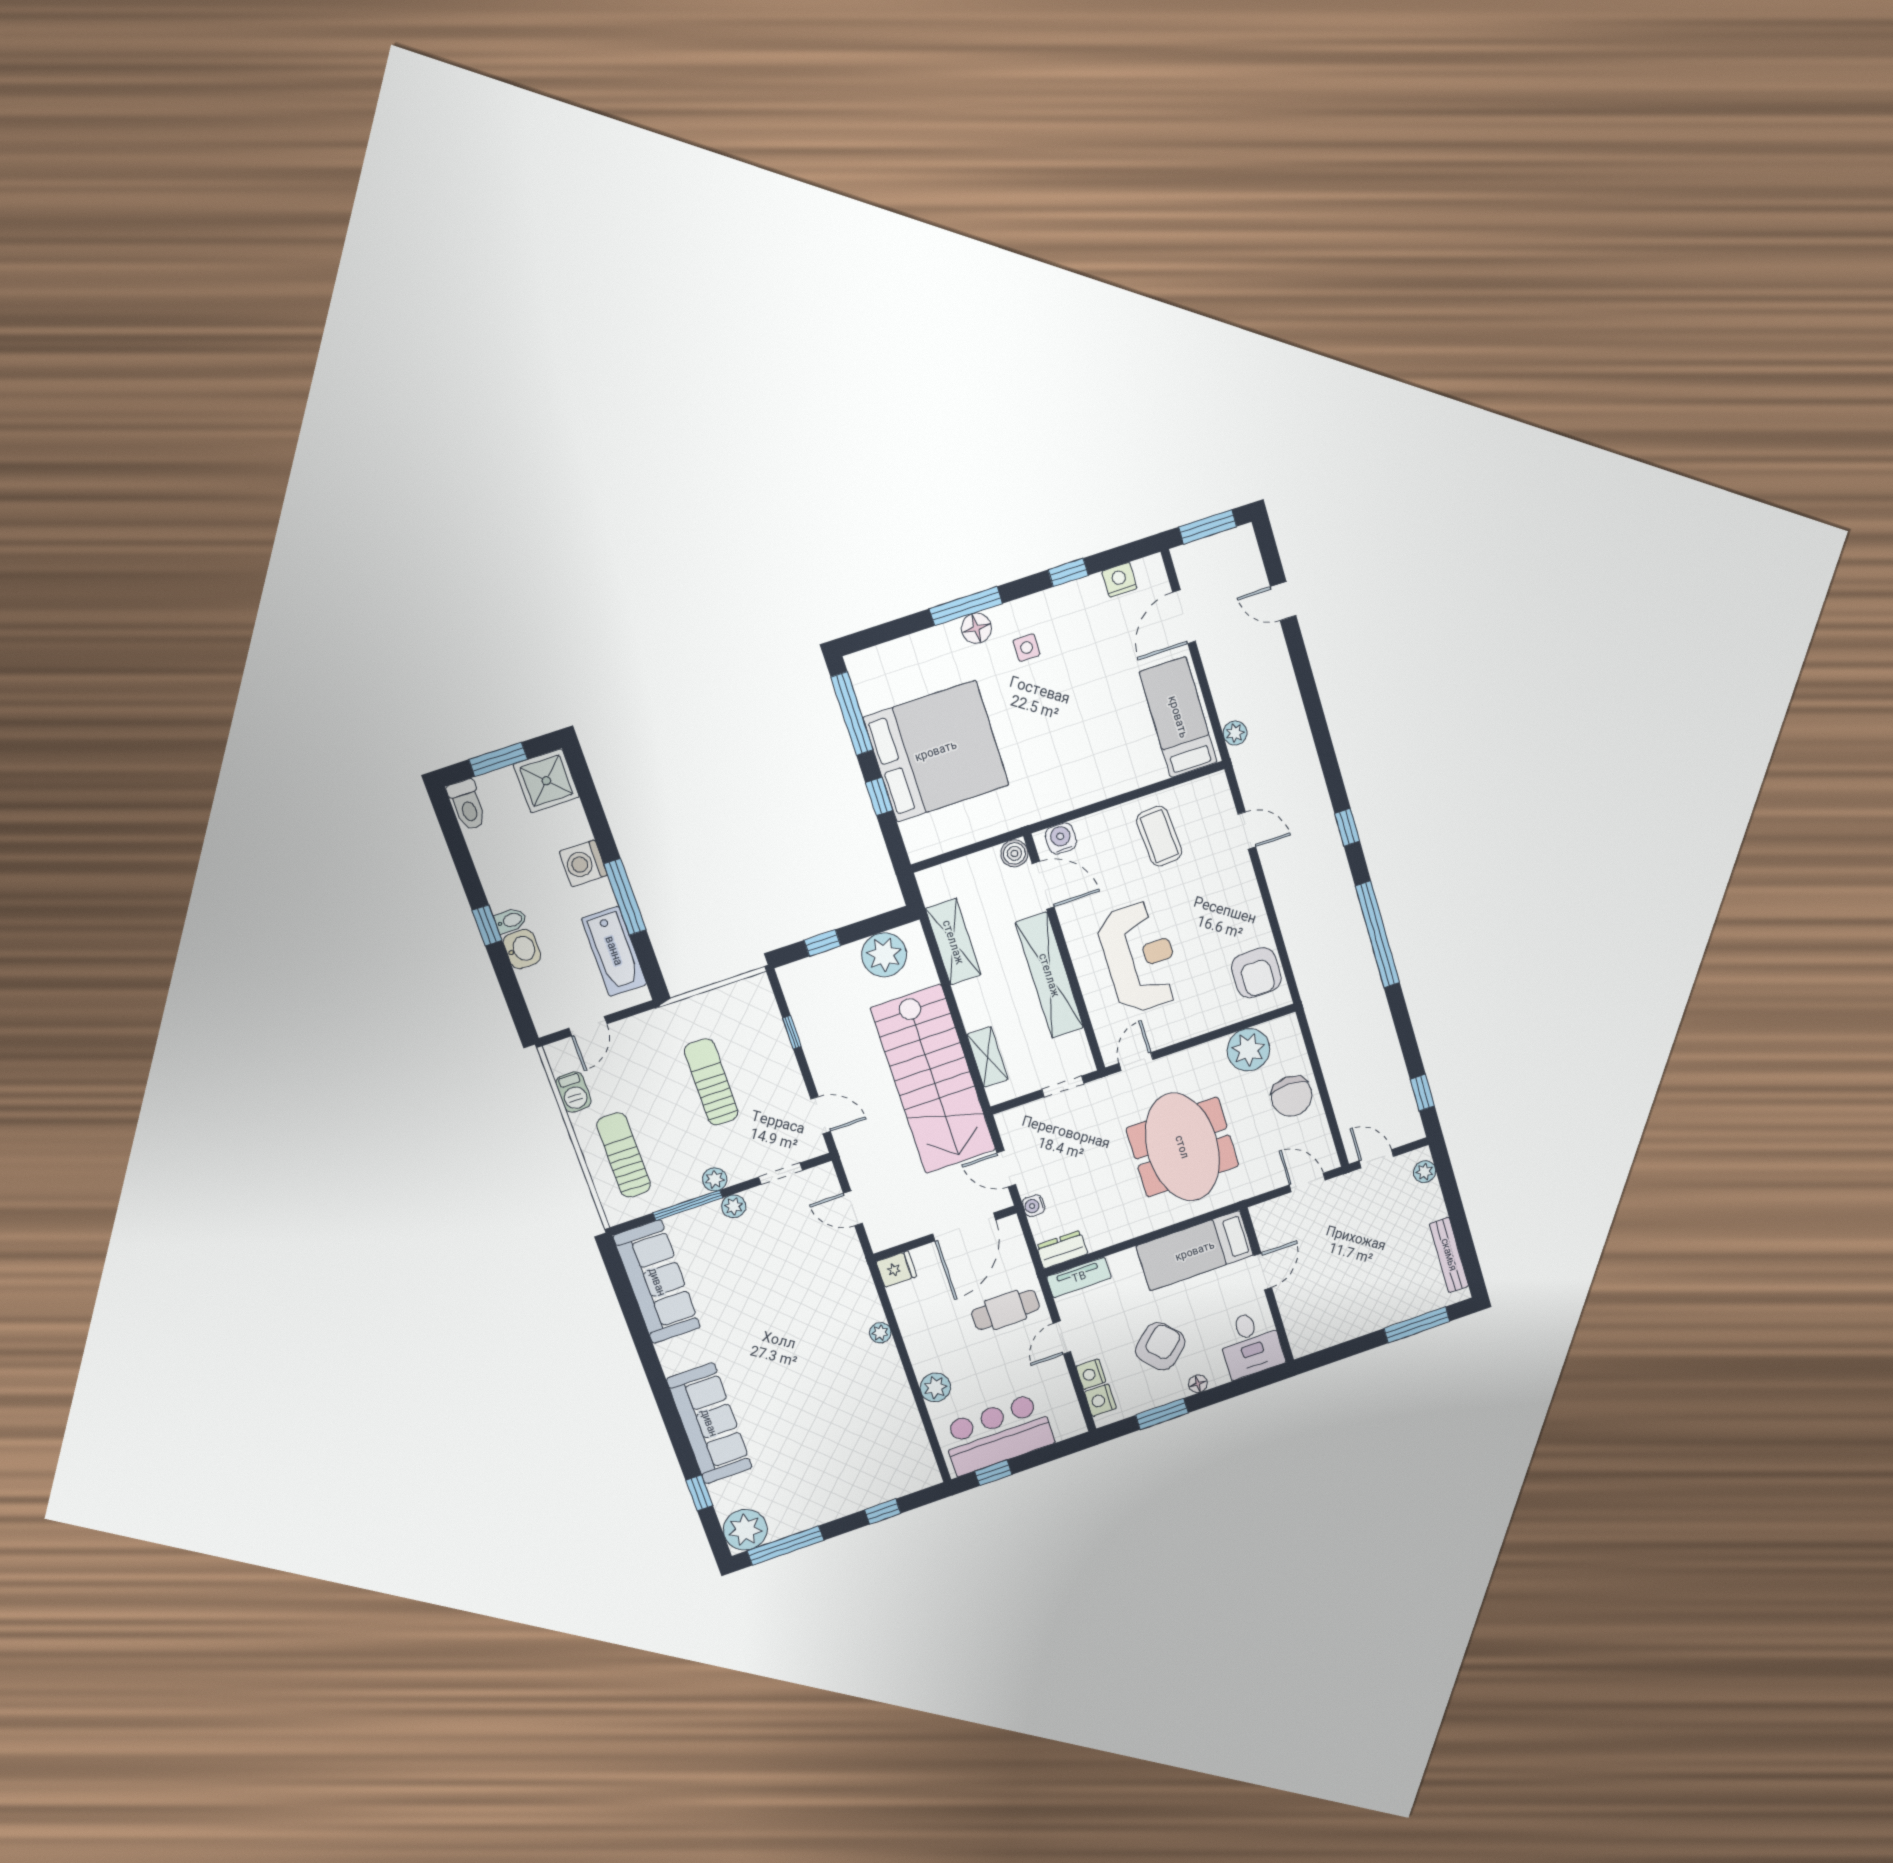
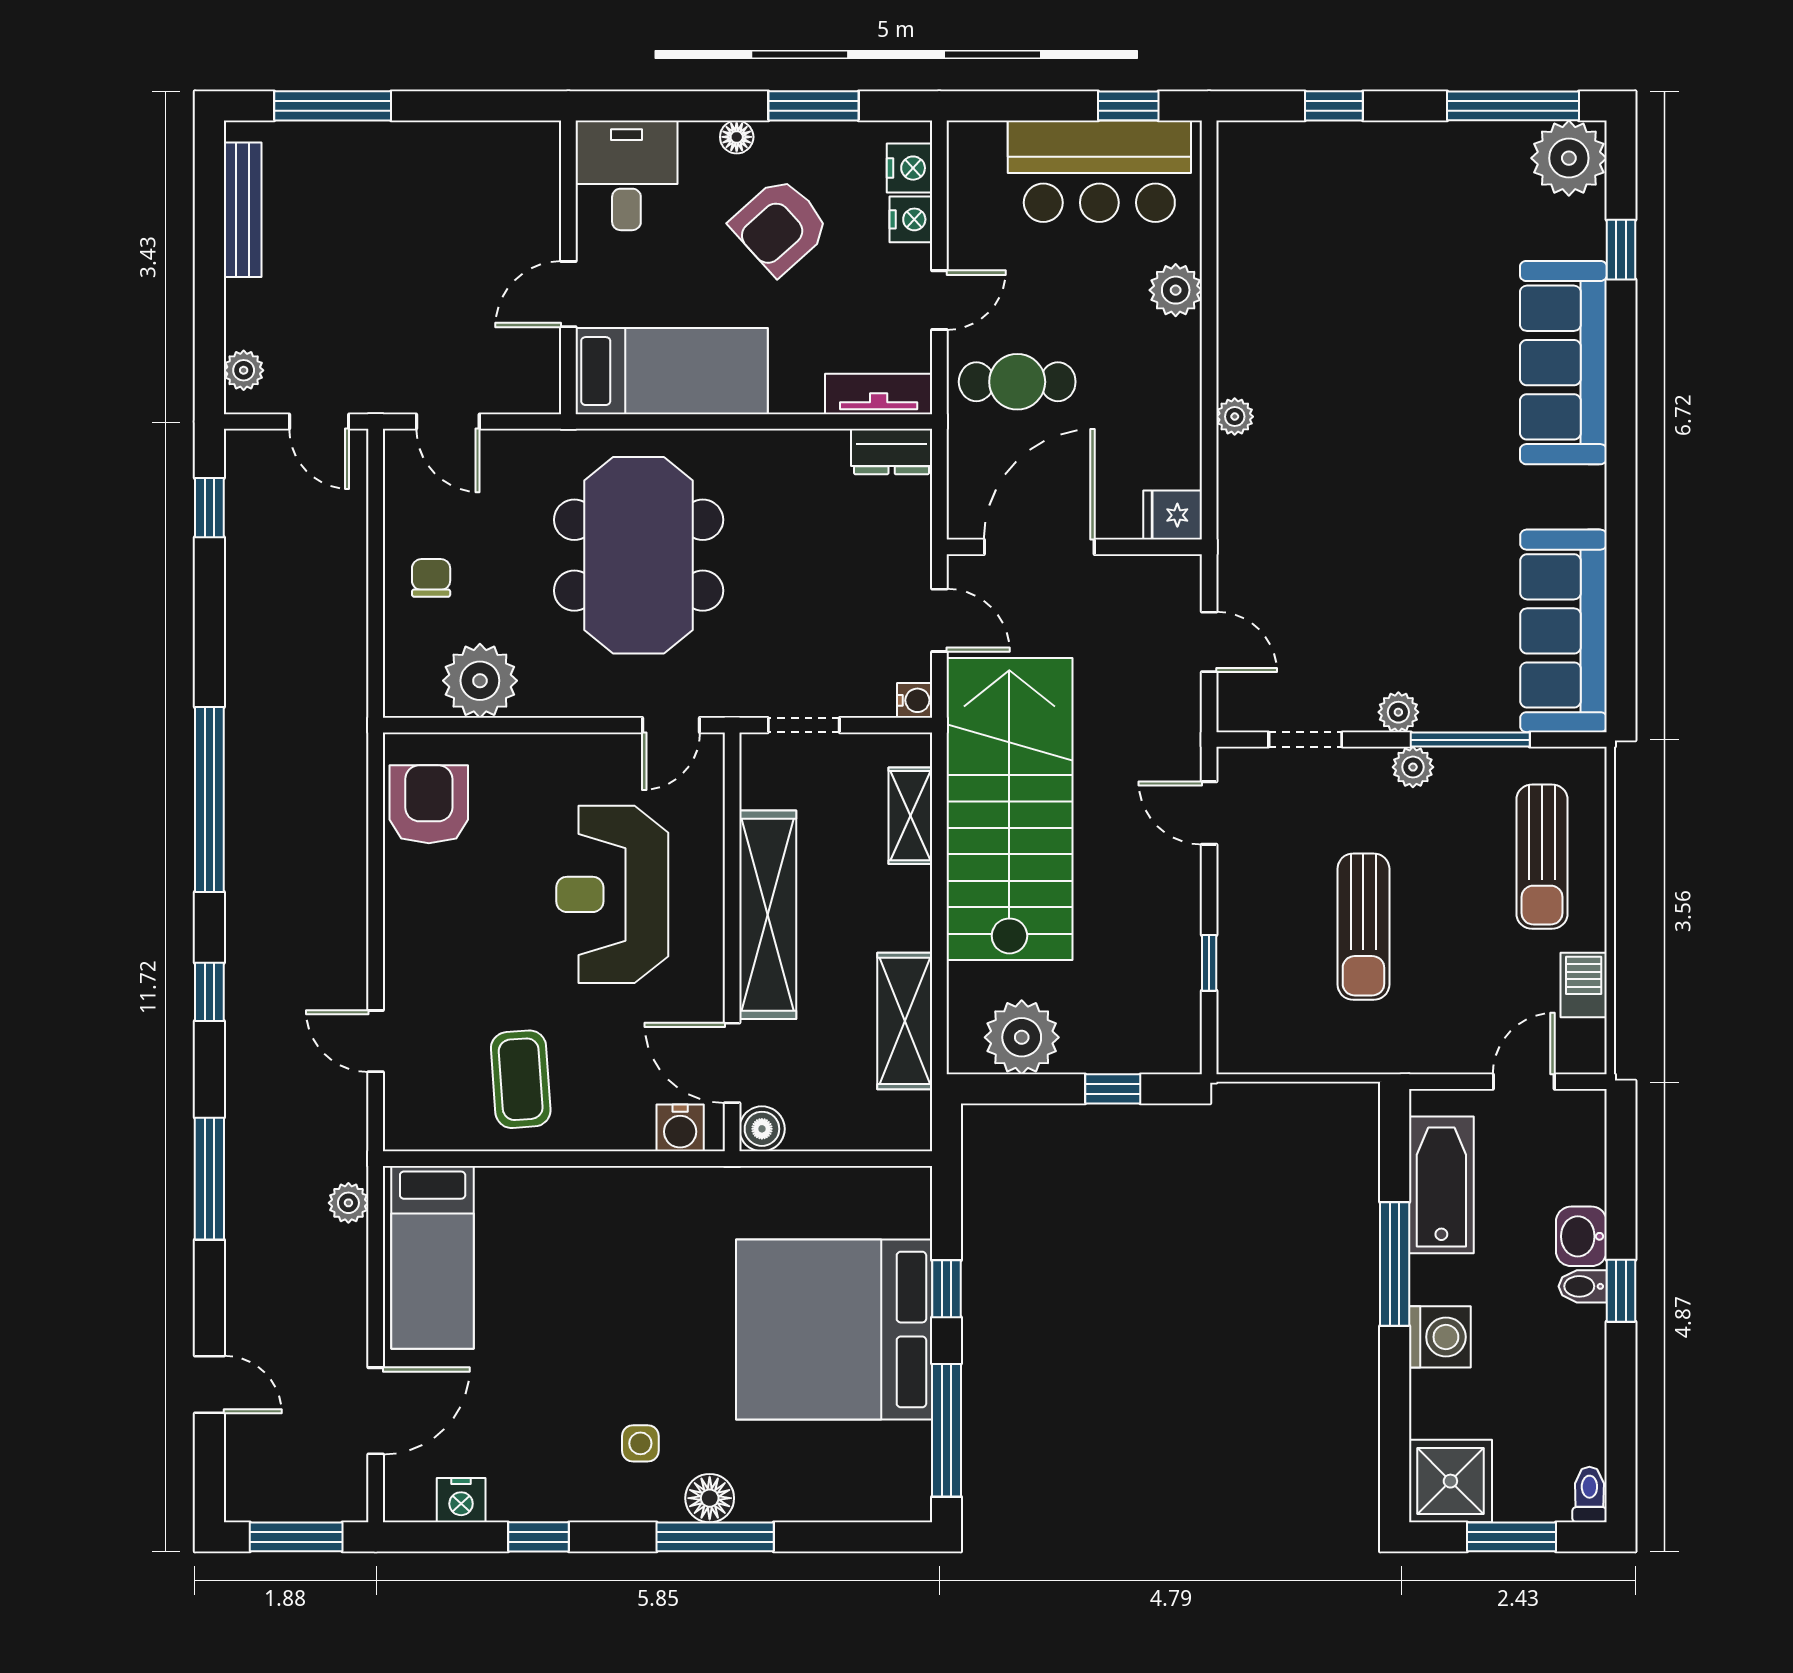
window: (1317, 721) -> (209, 1179), added
toilet: (467, 805) -> (1589, 1495), width x0.73, depth x0.72
chair: (1292, 1096) -> (431, 578), width x0.54, depth x0.54
water cooler: (1034, 1206) -> (915, 700), moved

